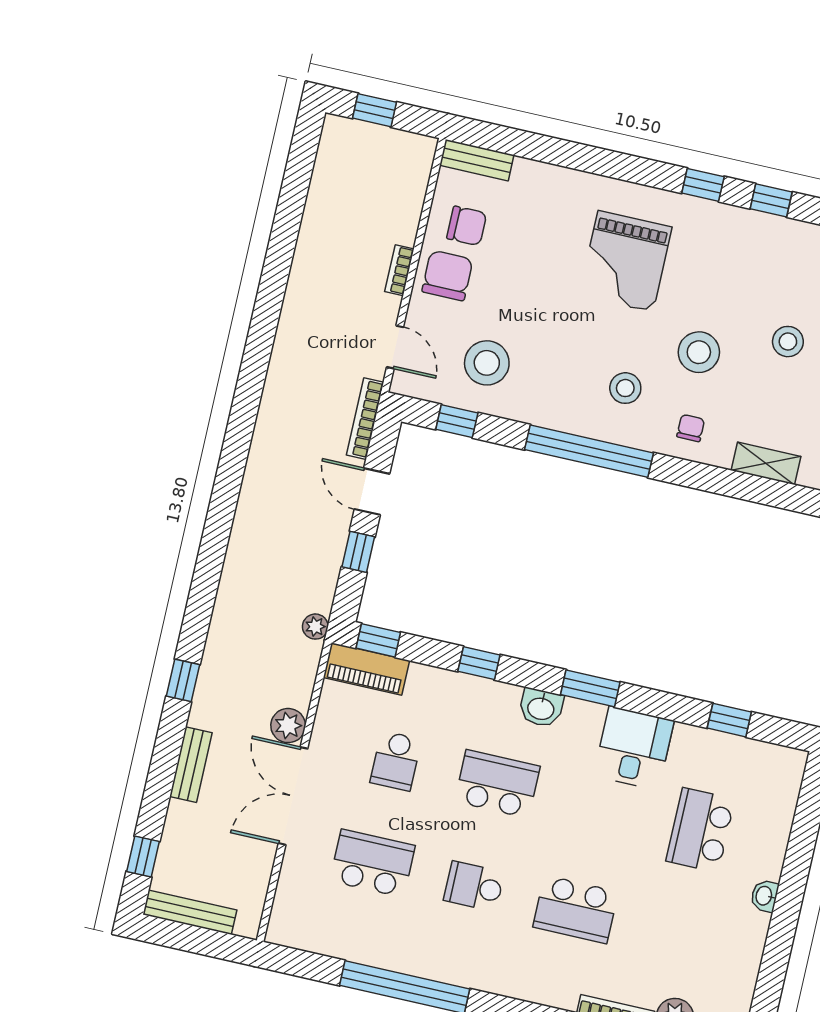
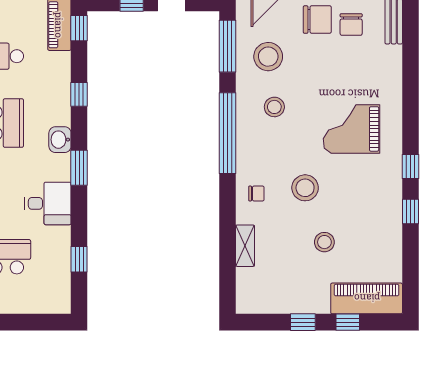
stool: (625, 388) -> (274, 107), moved
window: (457, 421) -> (227, 46), width x2.17

